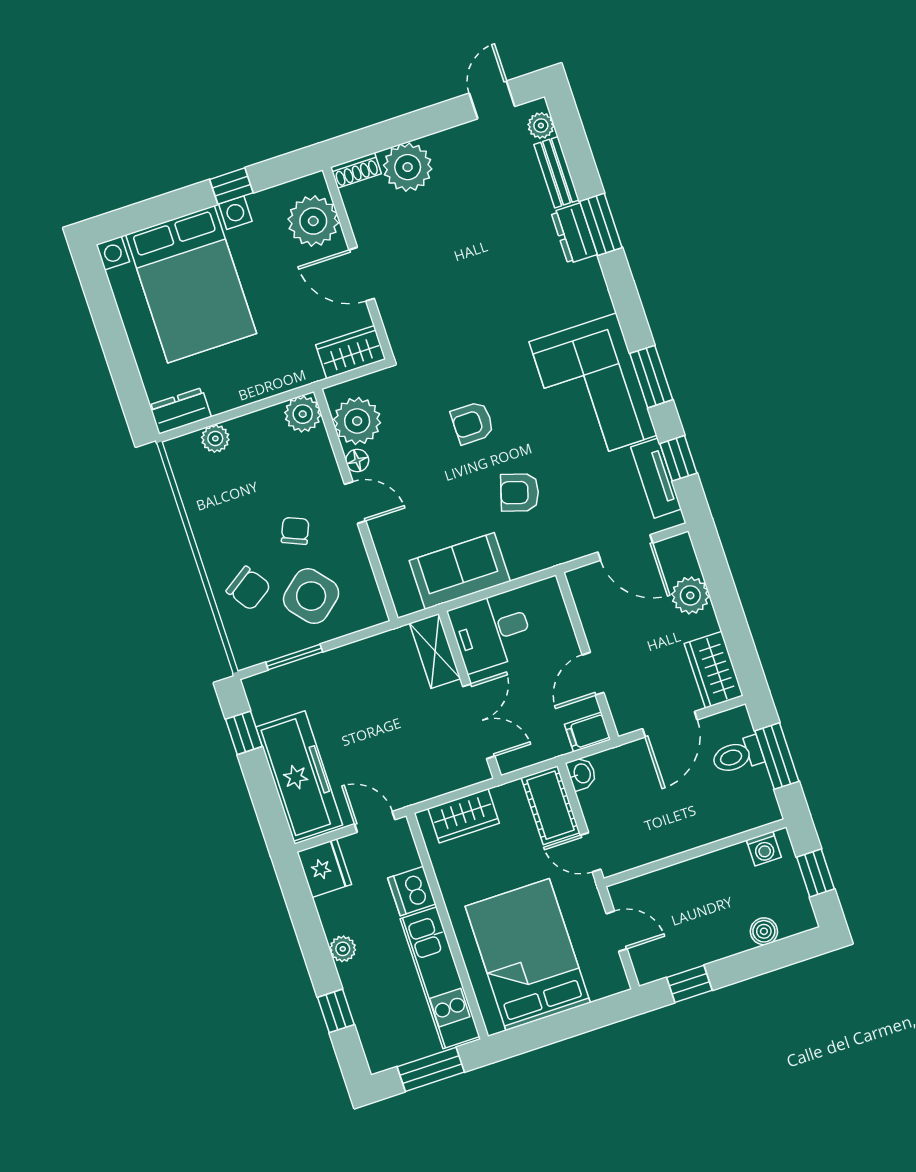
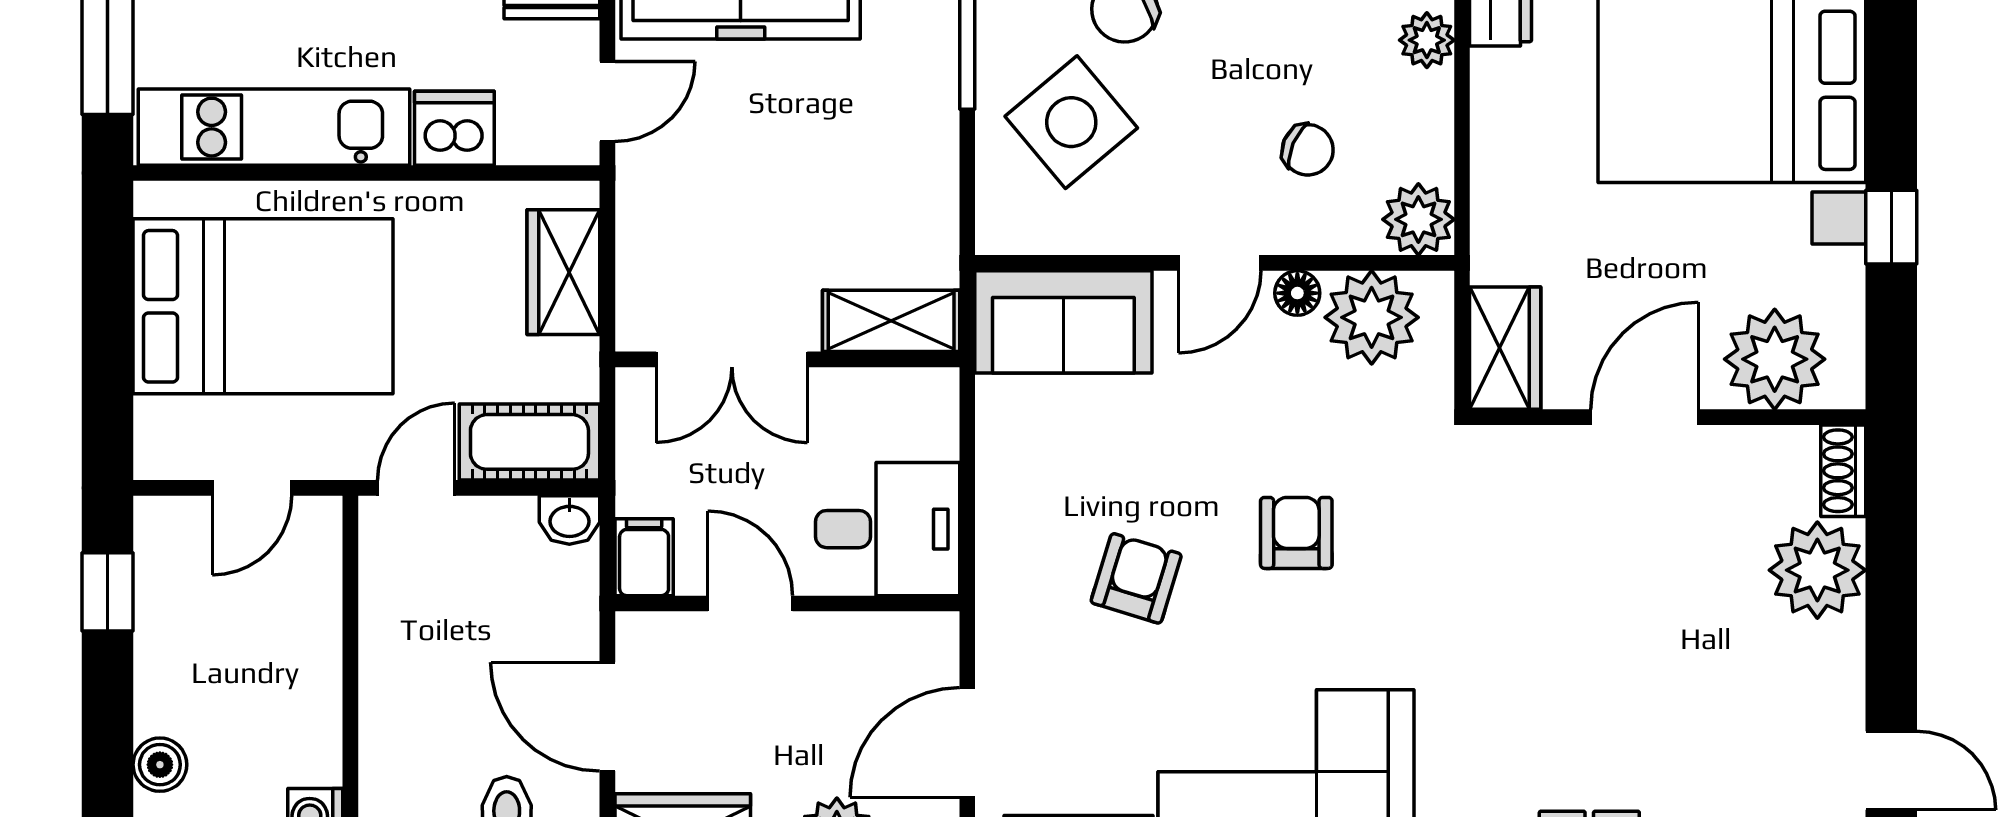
chair: (295, 531) -> (1308, 150), moved
sofa: (460, 571) -> (1063, 322), moved, turned 90
desk: (491, 631) -> (888, 529), moved, turned 90

